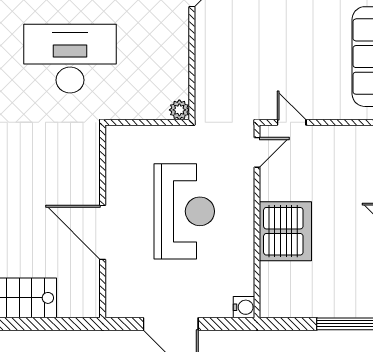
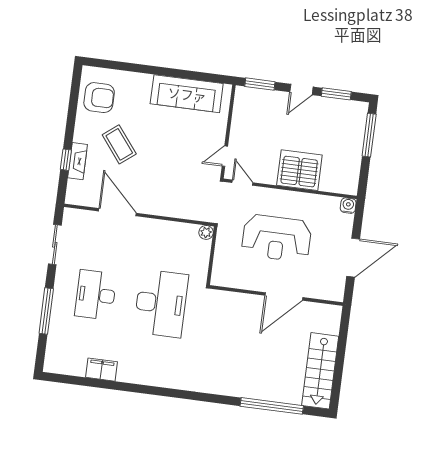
desk: (70, 59) -> (161, 303), turned 180
reception desk: (184, 211) -> (277, 238), turned 180

